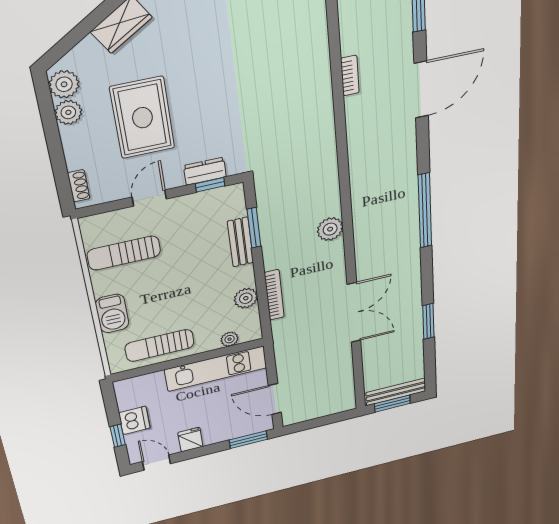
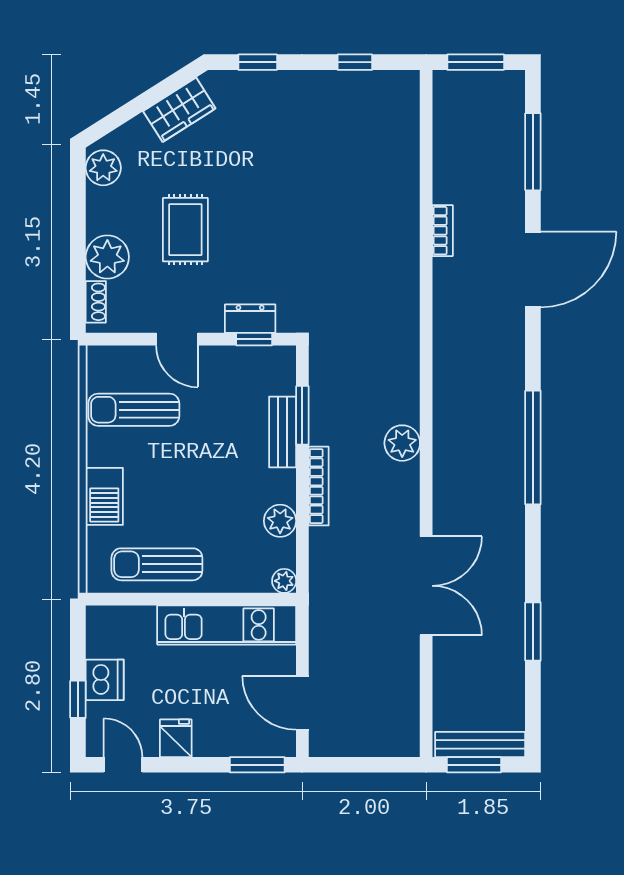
plant: (68, 112) -> (107, 257), moved, width x1.36, depth x1.36
rug: (142, 118) -> (185, 230), width x0.73, depth x0.70
door: (149, 198) -> (177, 339), swing flipped
bookcase: (274, 295) -> (319, 486), moved
plant: (230, 339) -> (284, 581), moved

